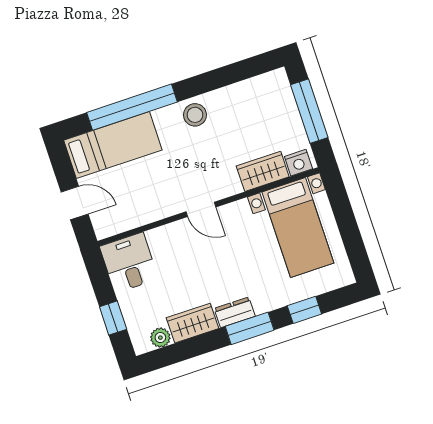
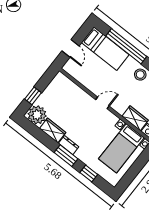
door: (201, 209) -> (102, 103), swing flipped
desk: (129, 263) -> (60, 87), removed
plant: (160, 338) -> (37, 115), width x1.88, depth x1.88

